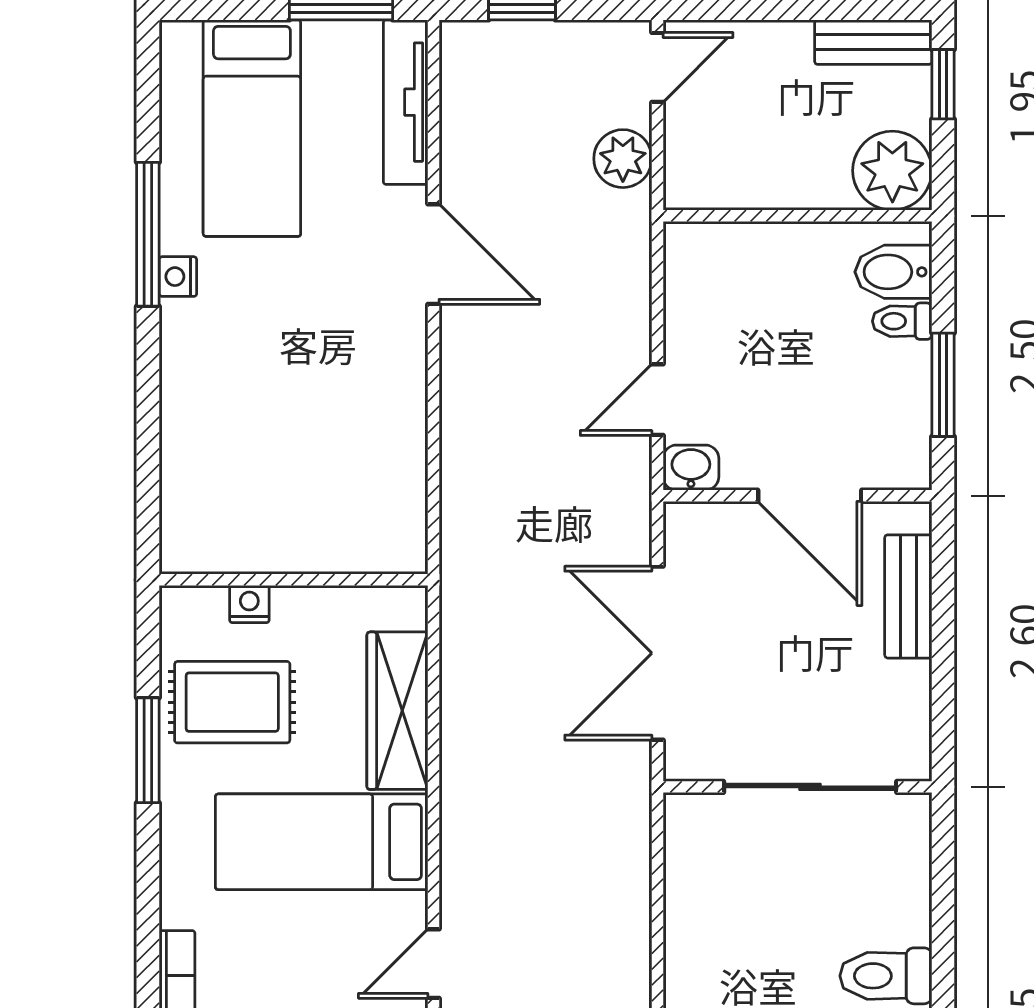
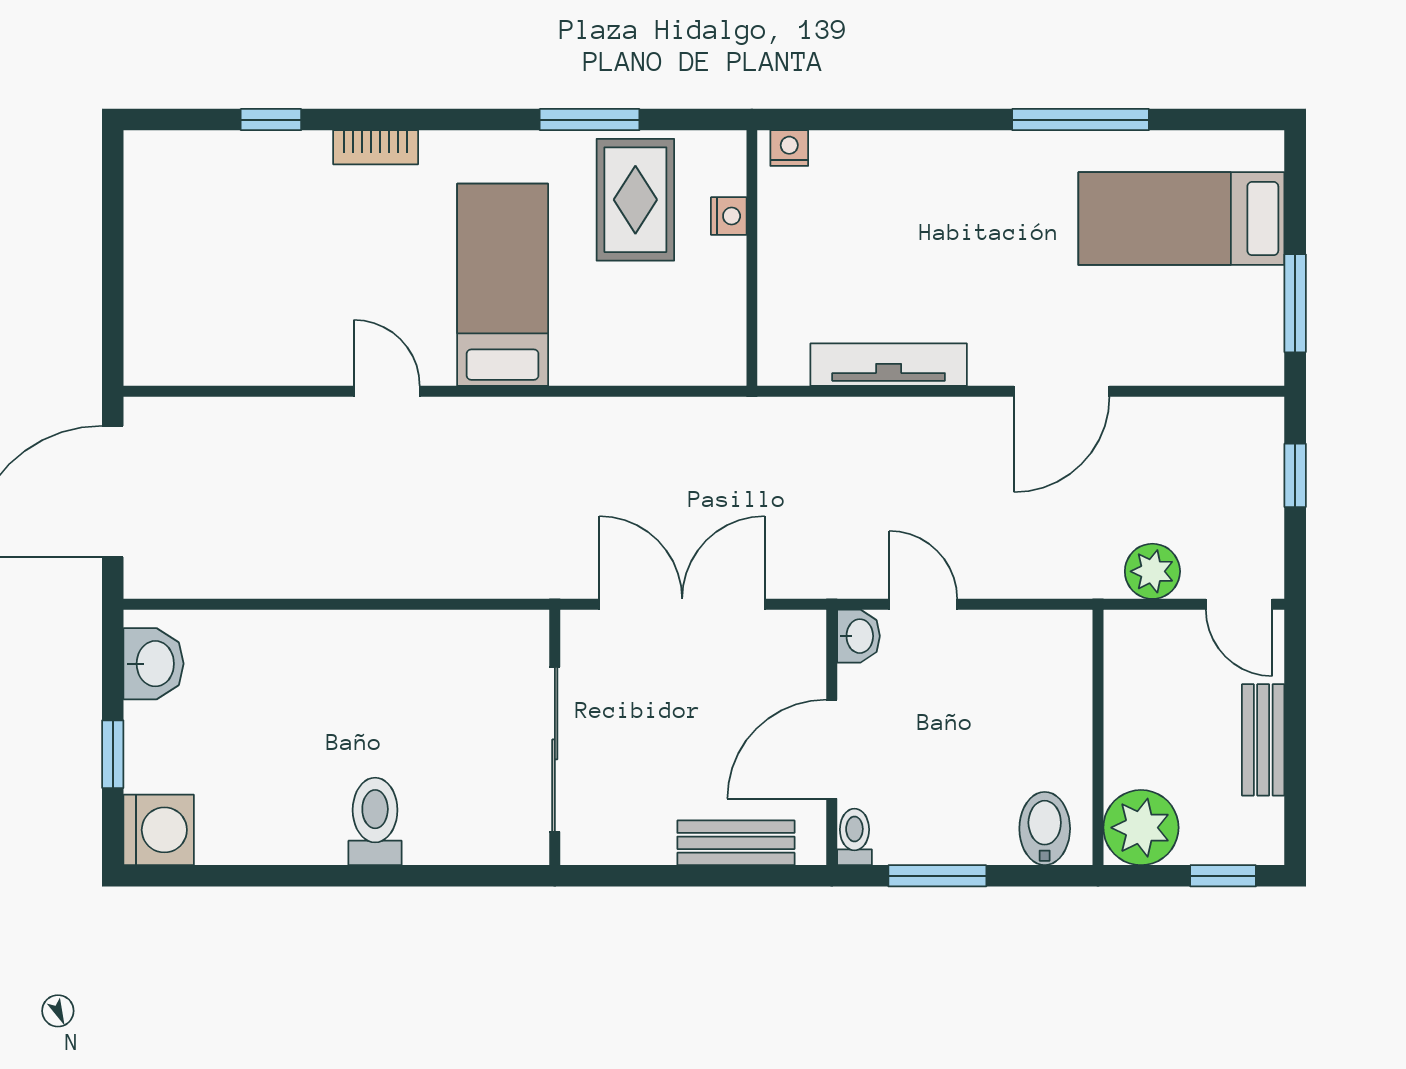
bench: (873, 42) -> (1263, 740), moved
tv unit: (406, 102) -> (889, 365), moved
nightstand: (178, 277) -> (789, 148), moved
toilet: (902, 321) -> (854, 837), moved
wardrobe: (397, 711) -> (627, 357), removed

